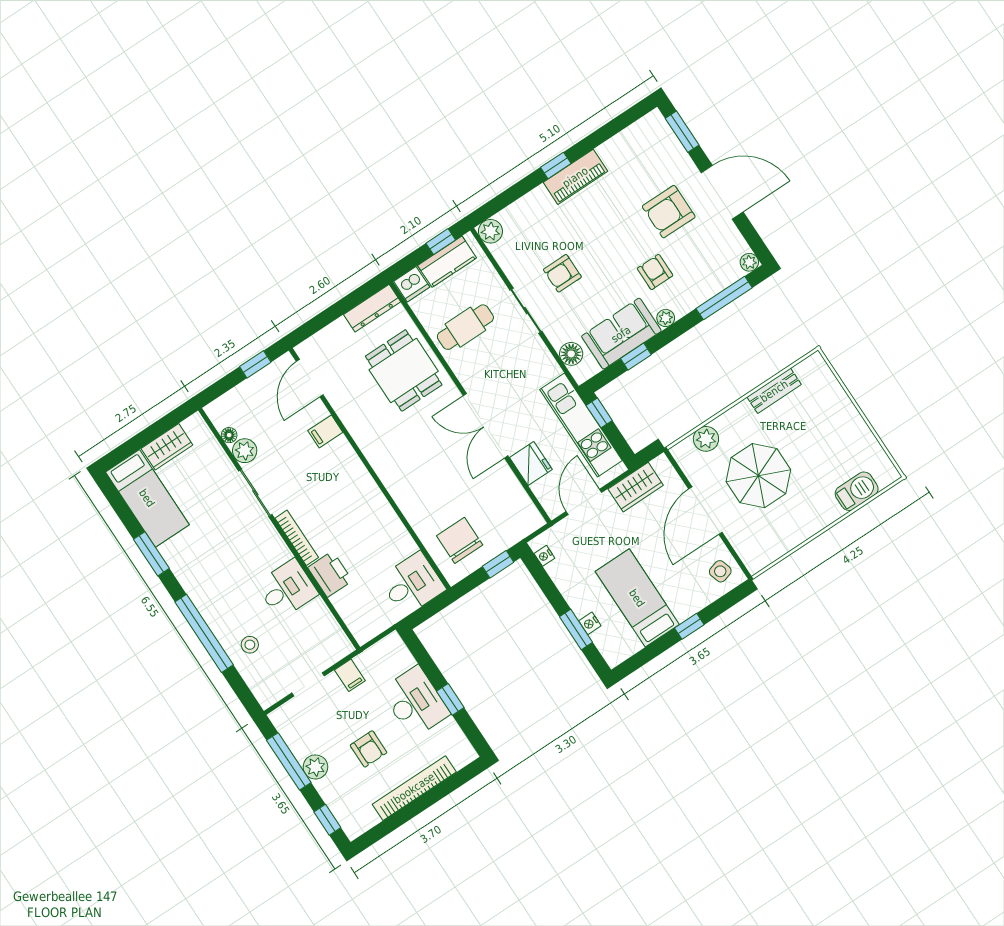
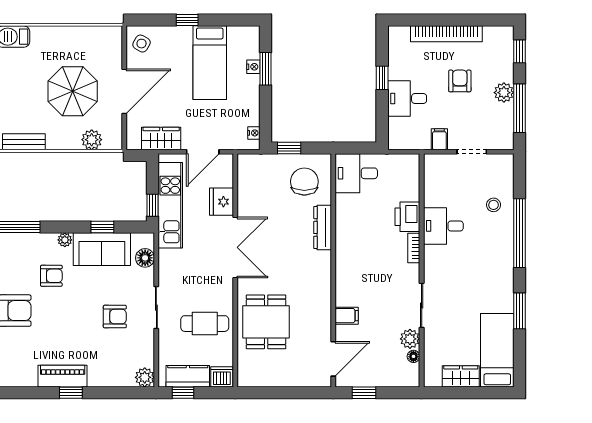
armchair: (655, 272) -> (51, 276), turned -90
dresser: (372, 308) -> (323, 227), moved, turned -90
bookcase: (297, 538) -> (414, 248), width x0.64
chair: (460, 540) -> (304, 182), turned 180
side table: (720, 571) -> (142, 44), turned 45
desk: (415, 702) -> (407, 98), width x0.73

